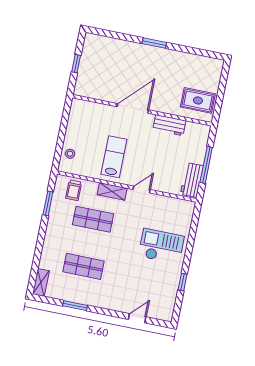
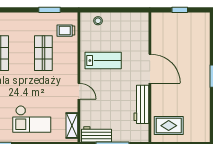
rug: (198, 100) -> (169, 126), turned 90
workbench: (169, 125) -> (141, 104), width x1.38
shelving: (112, 191) -> (72, 126), moved
checkout: (161, 246) -> (32, 119), turned 90

